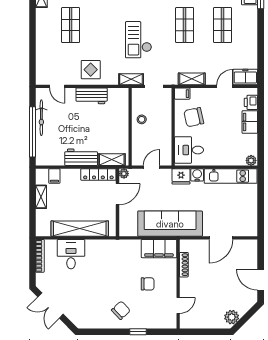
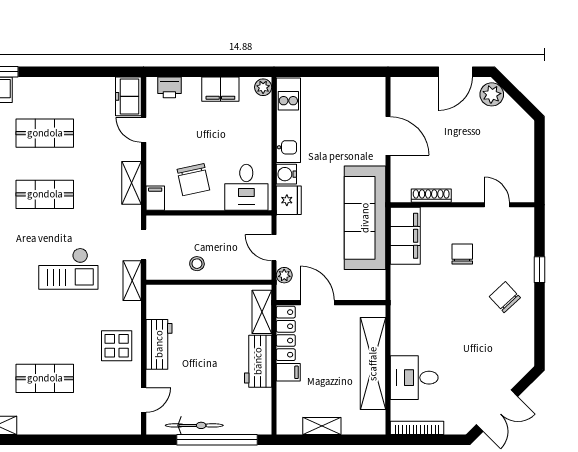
filing cabinet: (250, 122) -> (220, 89), moved
plant: (124, 174) -> (284, 275), moved
filing cabinet: (54, 176) -> (288, 372), moved
plant: (232, 317) -> (492, 94), moved

